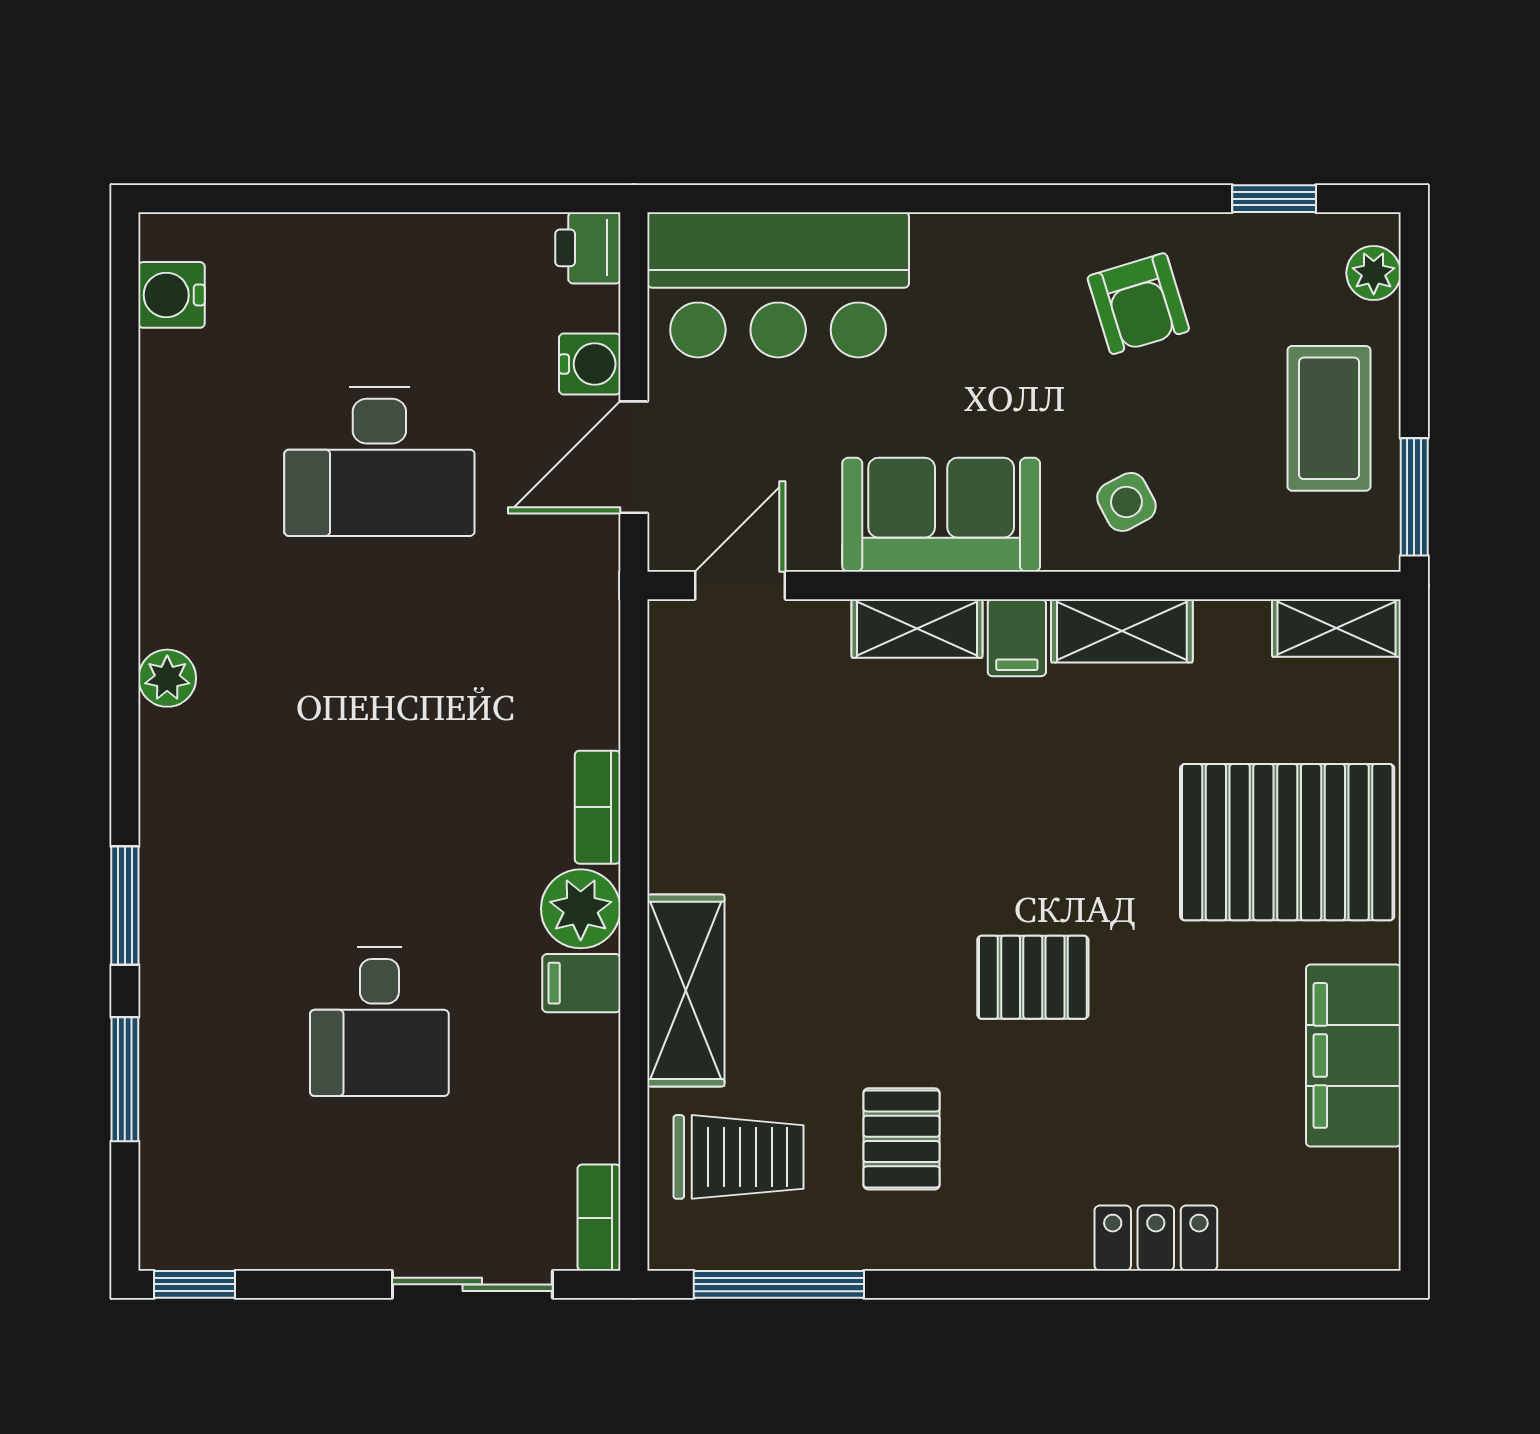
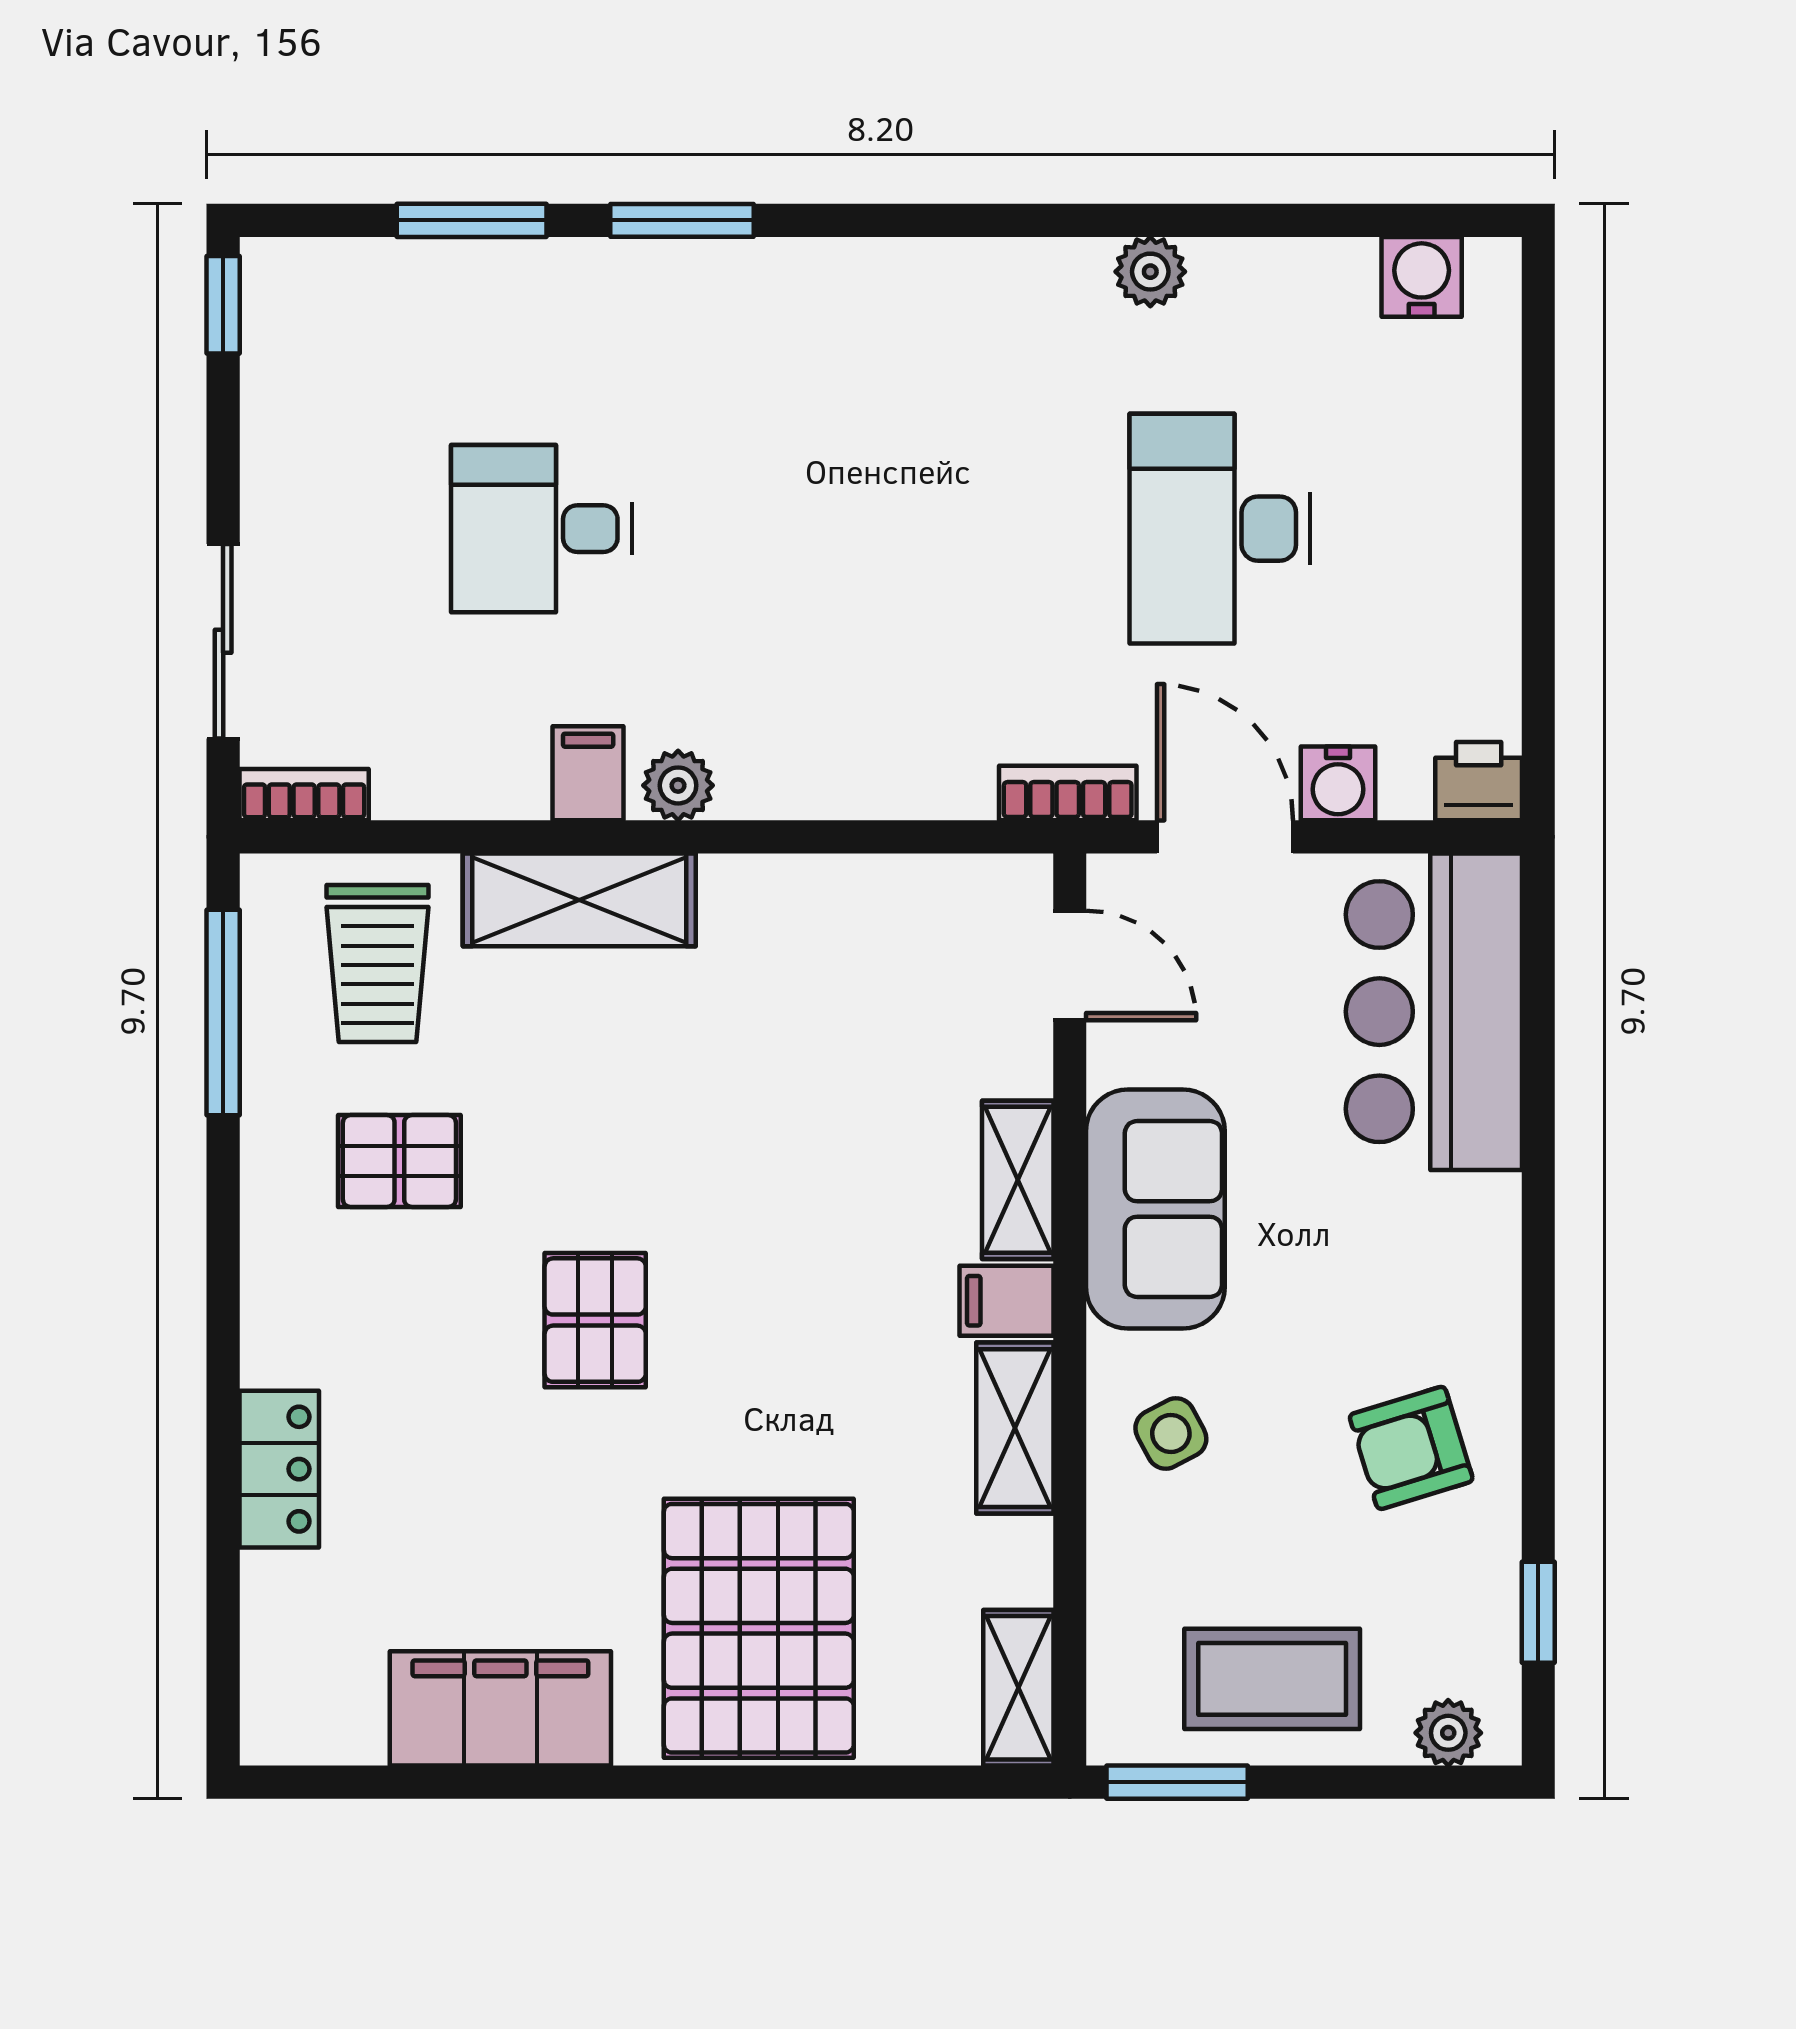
plant: (167, 678) -> (1150, 272), moved
bookcase: (598, 807) -> (1068, 793), moved
plant: (581, 909) -> (678, 785), width x0.73, depth x0.73

